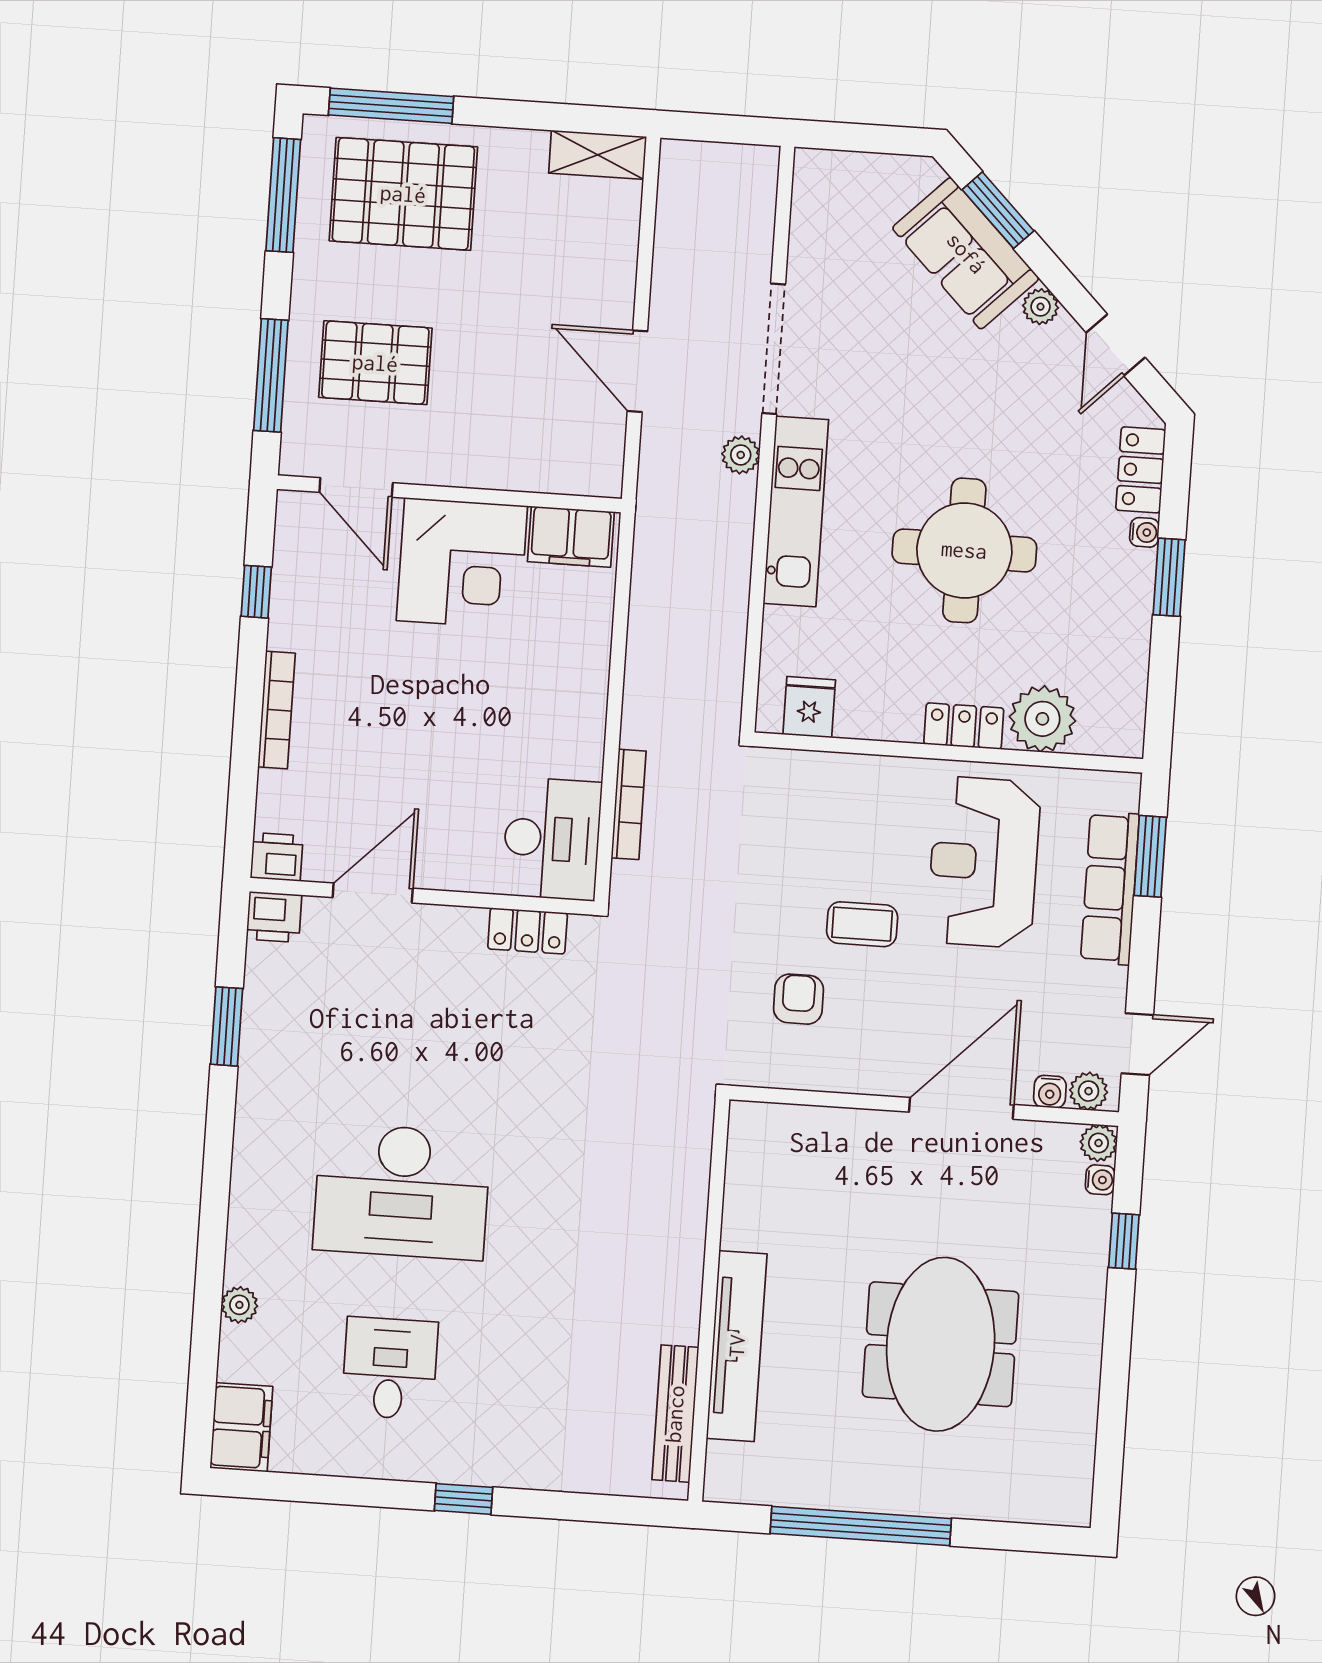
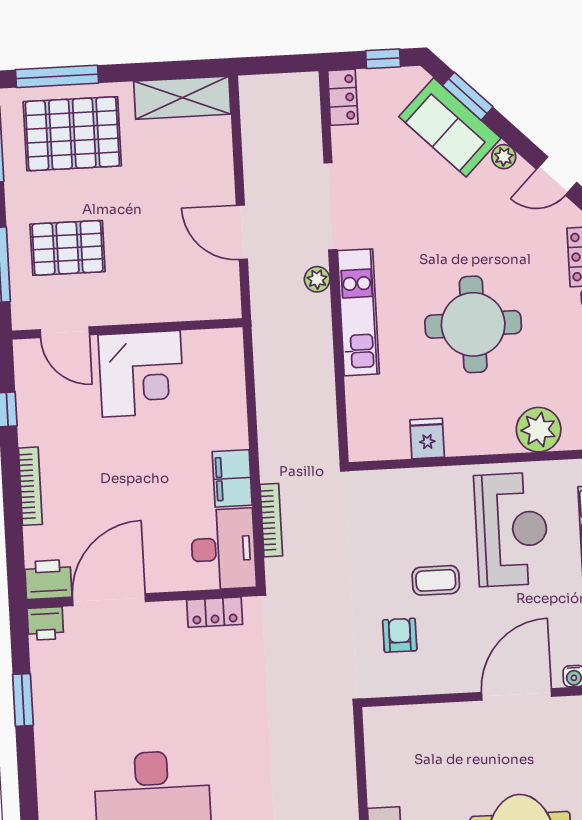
window: (879, 139) -> (383, 59), added
shelving: (598, 155) -> (182, 98), width x1.50, depth x1.33
door: (1116, 345) -> (557, 176), hinge flipped
filing cabinet: (571, 537) -> (232, 478), moved, turned 90
fridge: (809, 707) -> (427, 438), moved
locker: (964, 726) -> (343, 97), moved, turned 90
printer: (277, 857) -> (48, 579), width x1.36, depth x1.24
reception desk: (984, 862) -> (511, 529), turned 180
door: (373, 893) -> (109, 600), width x1.36

